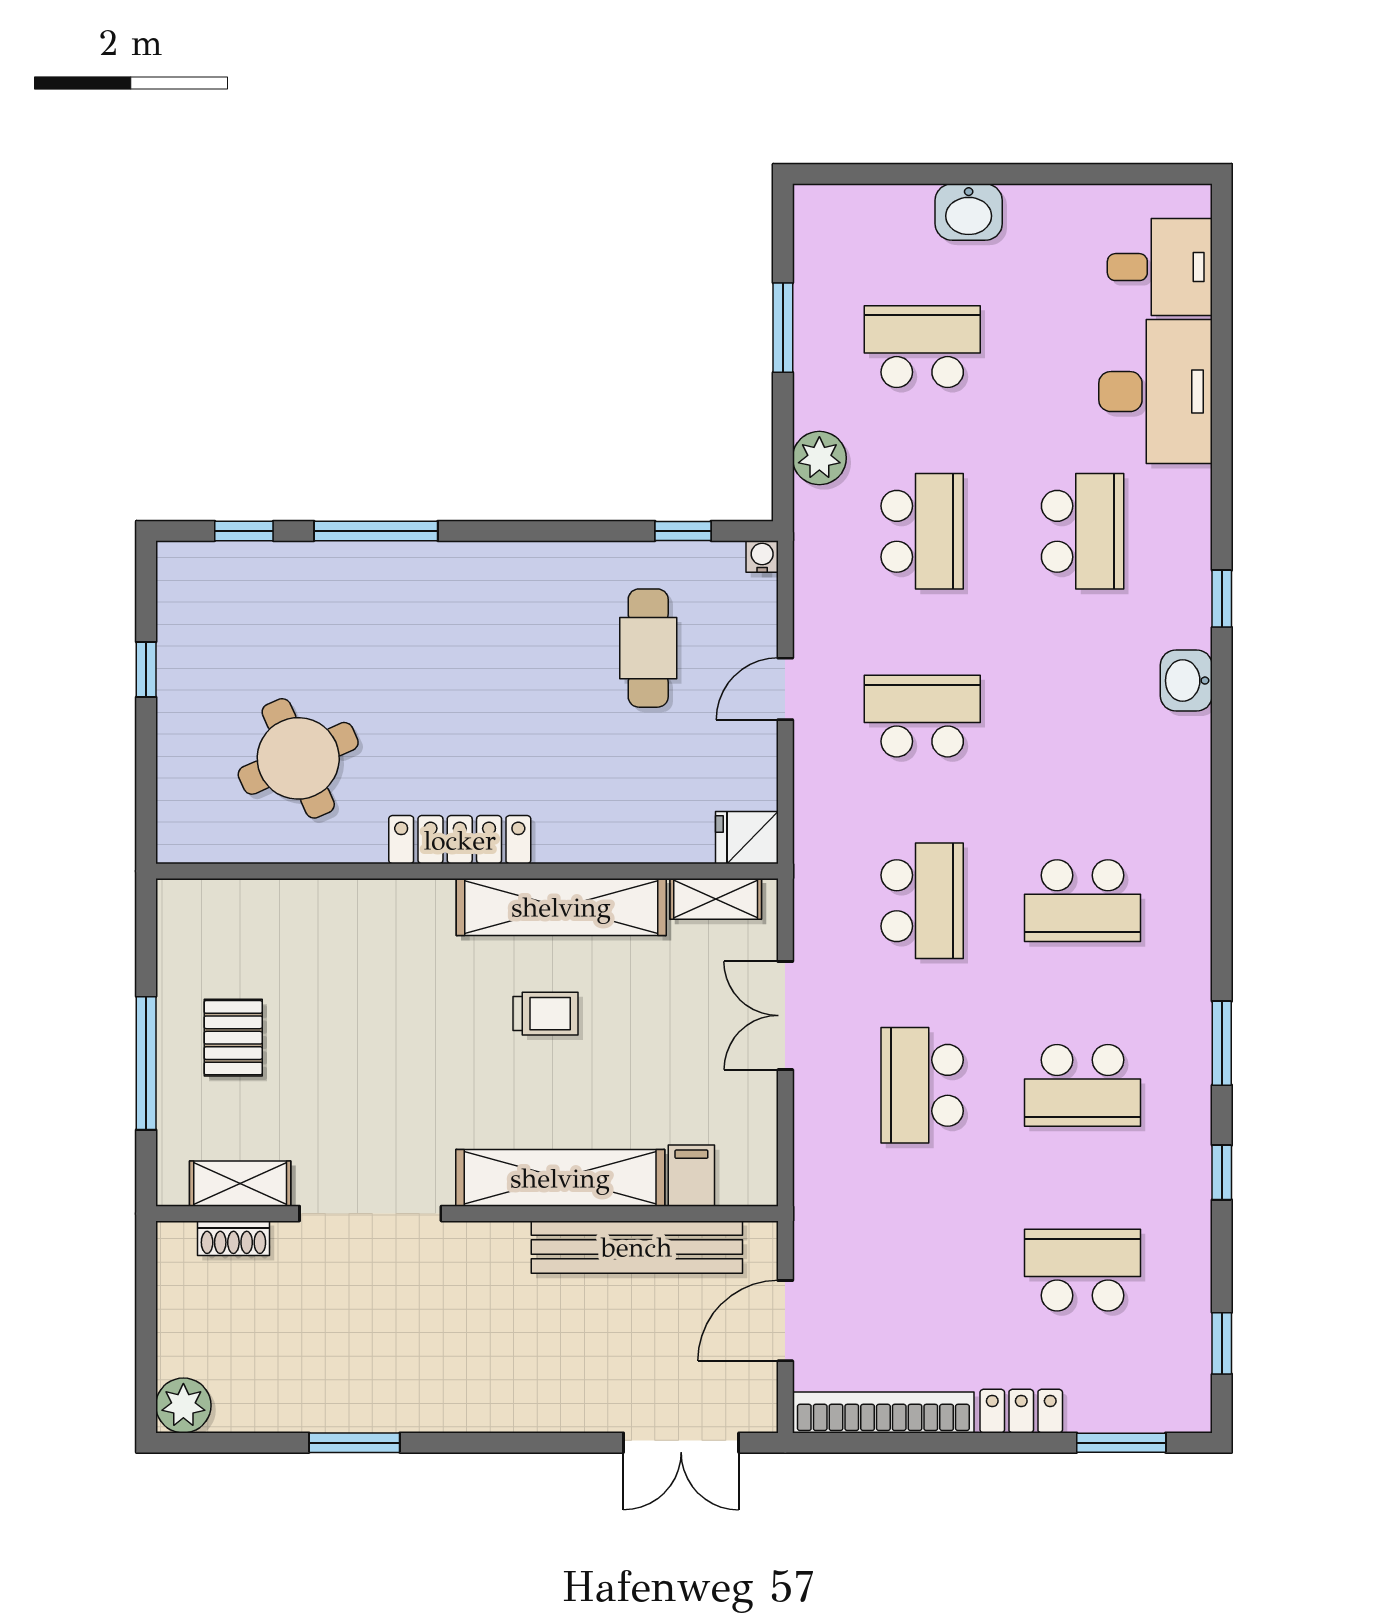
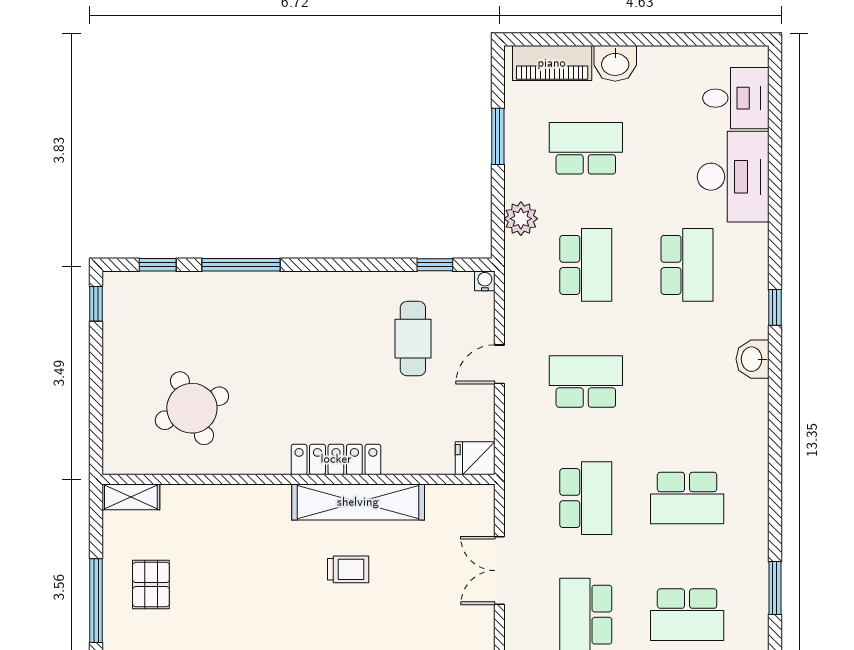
piano: (869, 212) -> (552, 63), added
window: (146, 670) -> (96, 304), moved
locker: (460, 840) -> (336, 459), moved
shelving: (716, 899) -> (131, 497), moved

